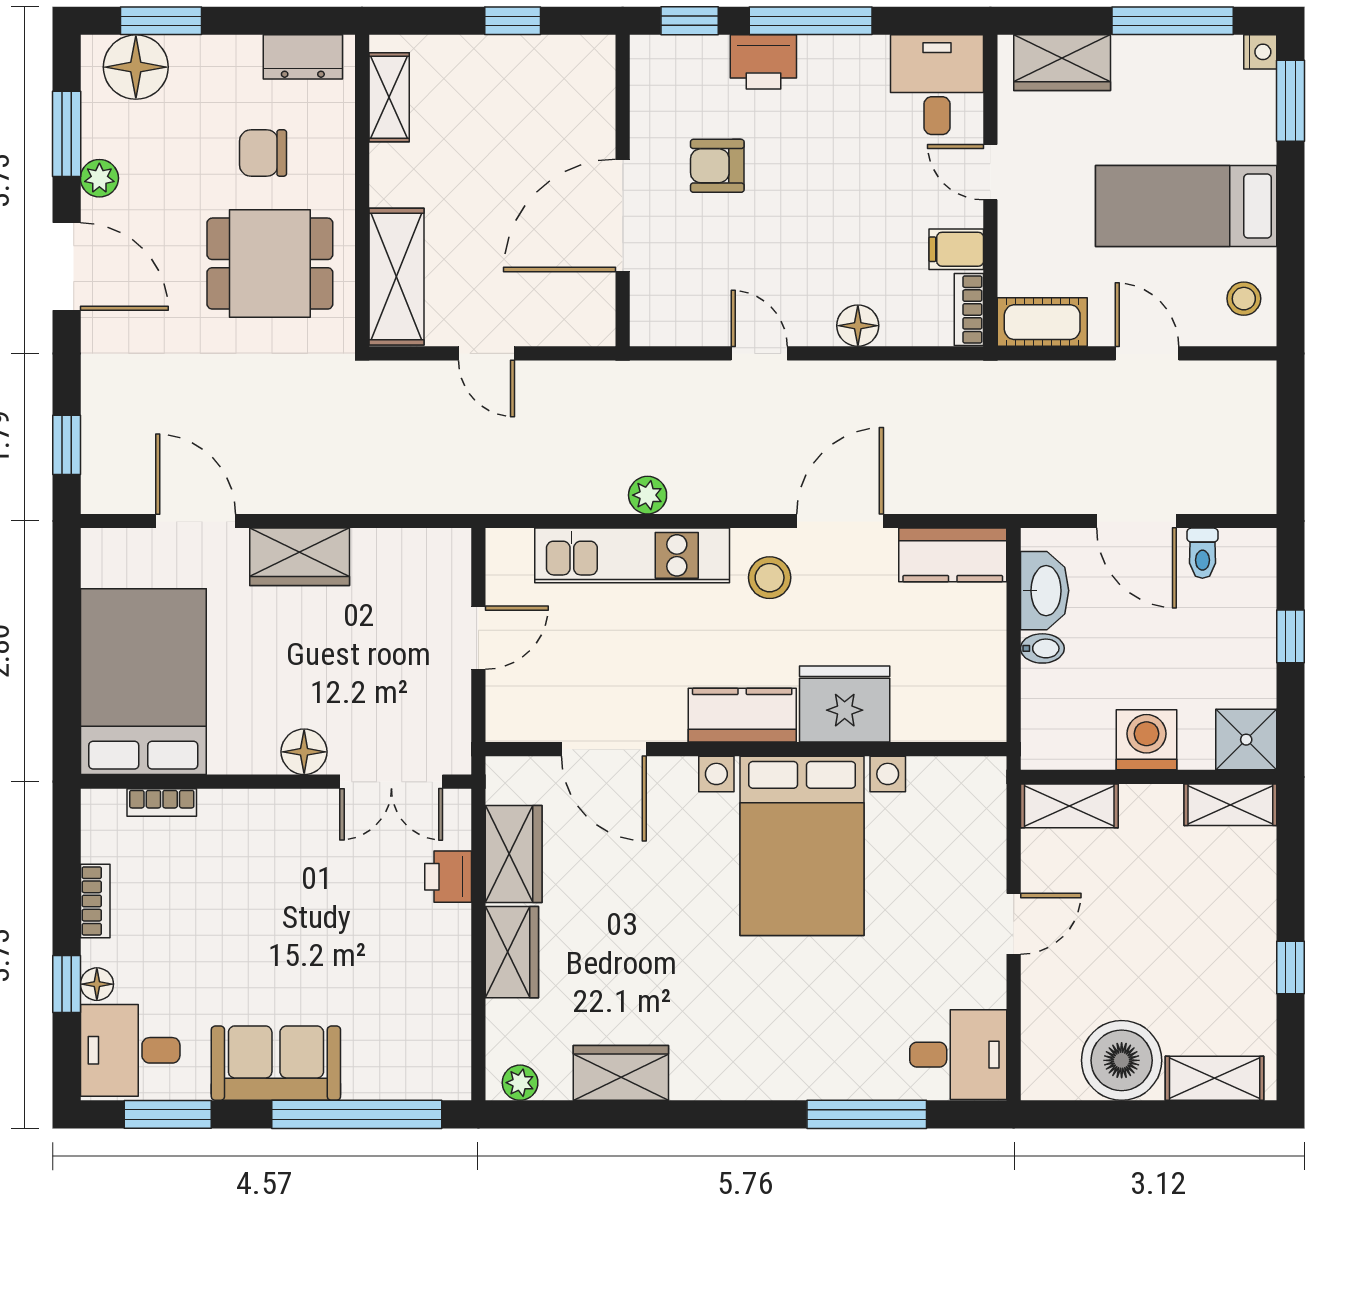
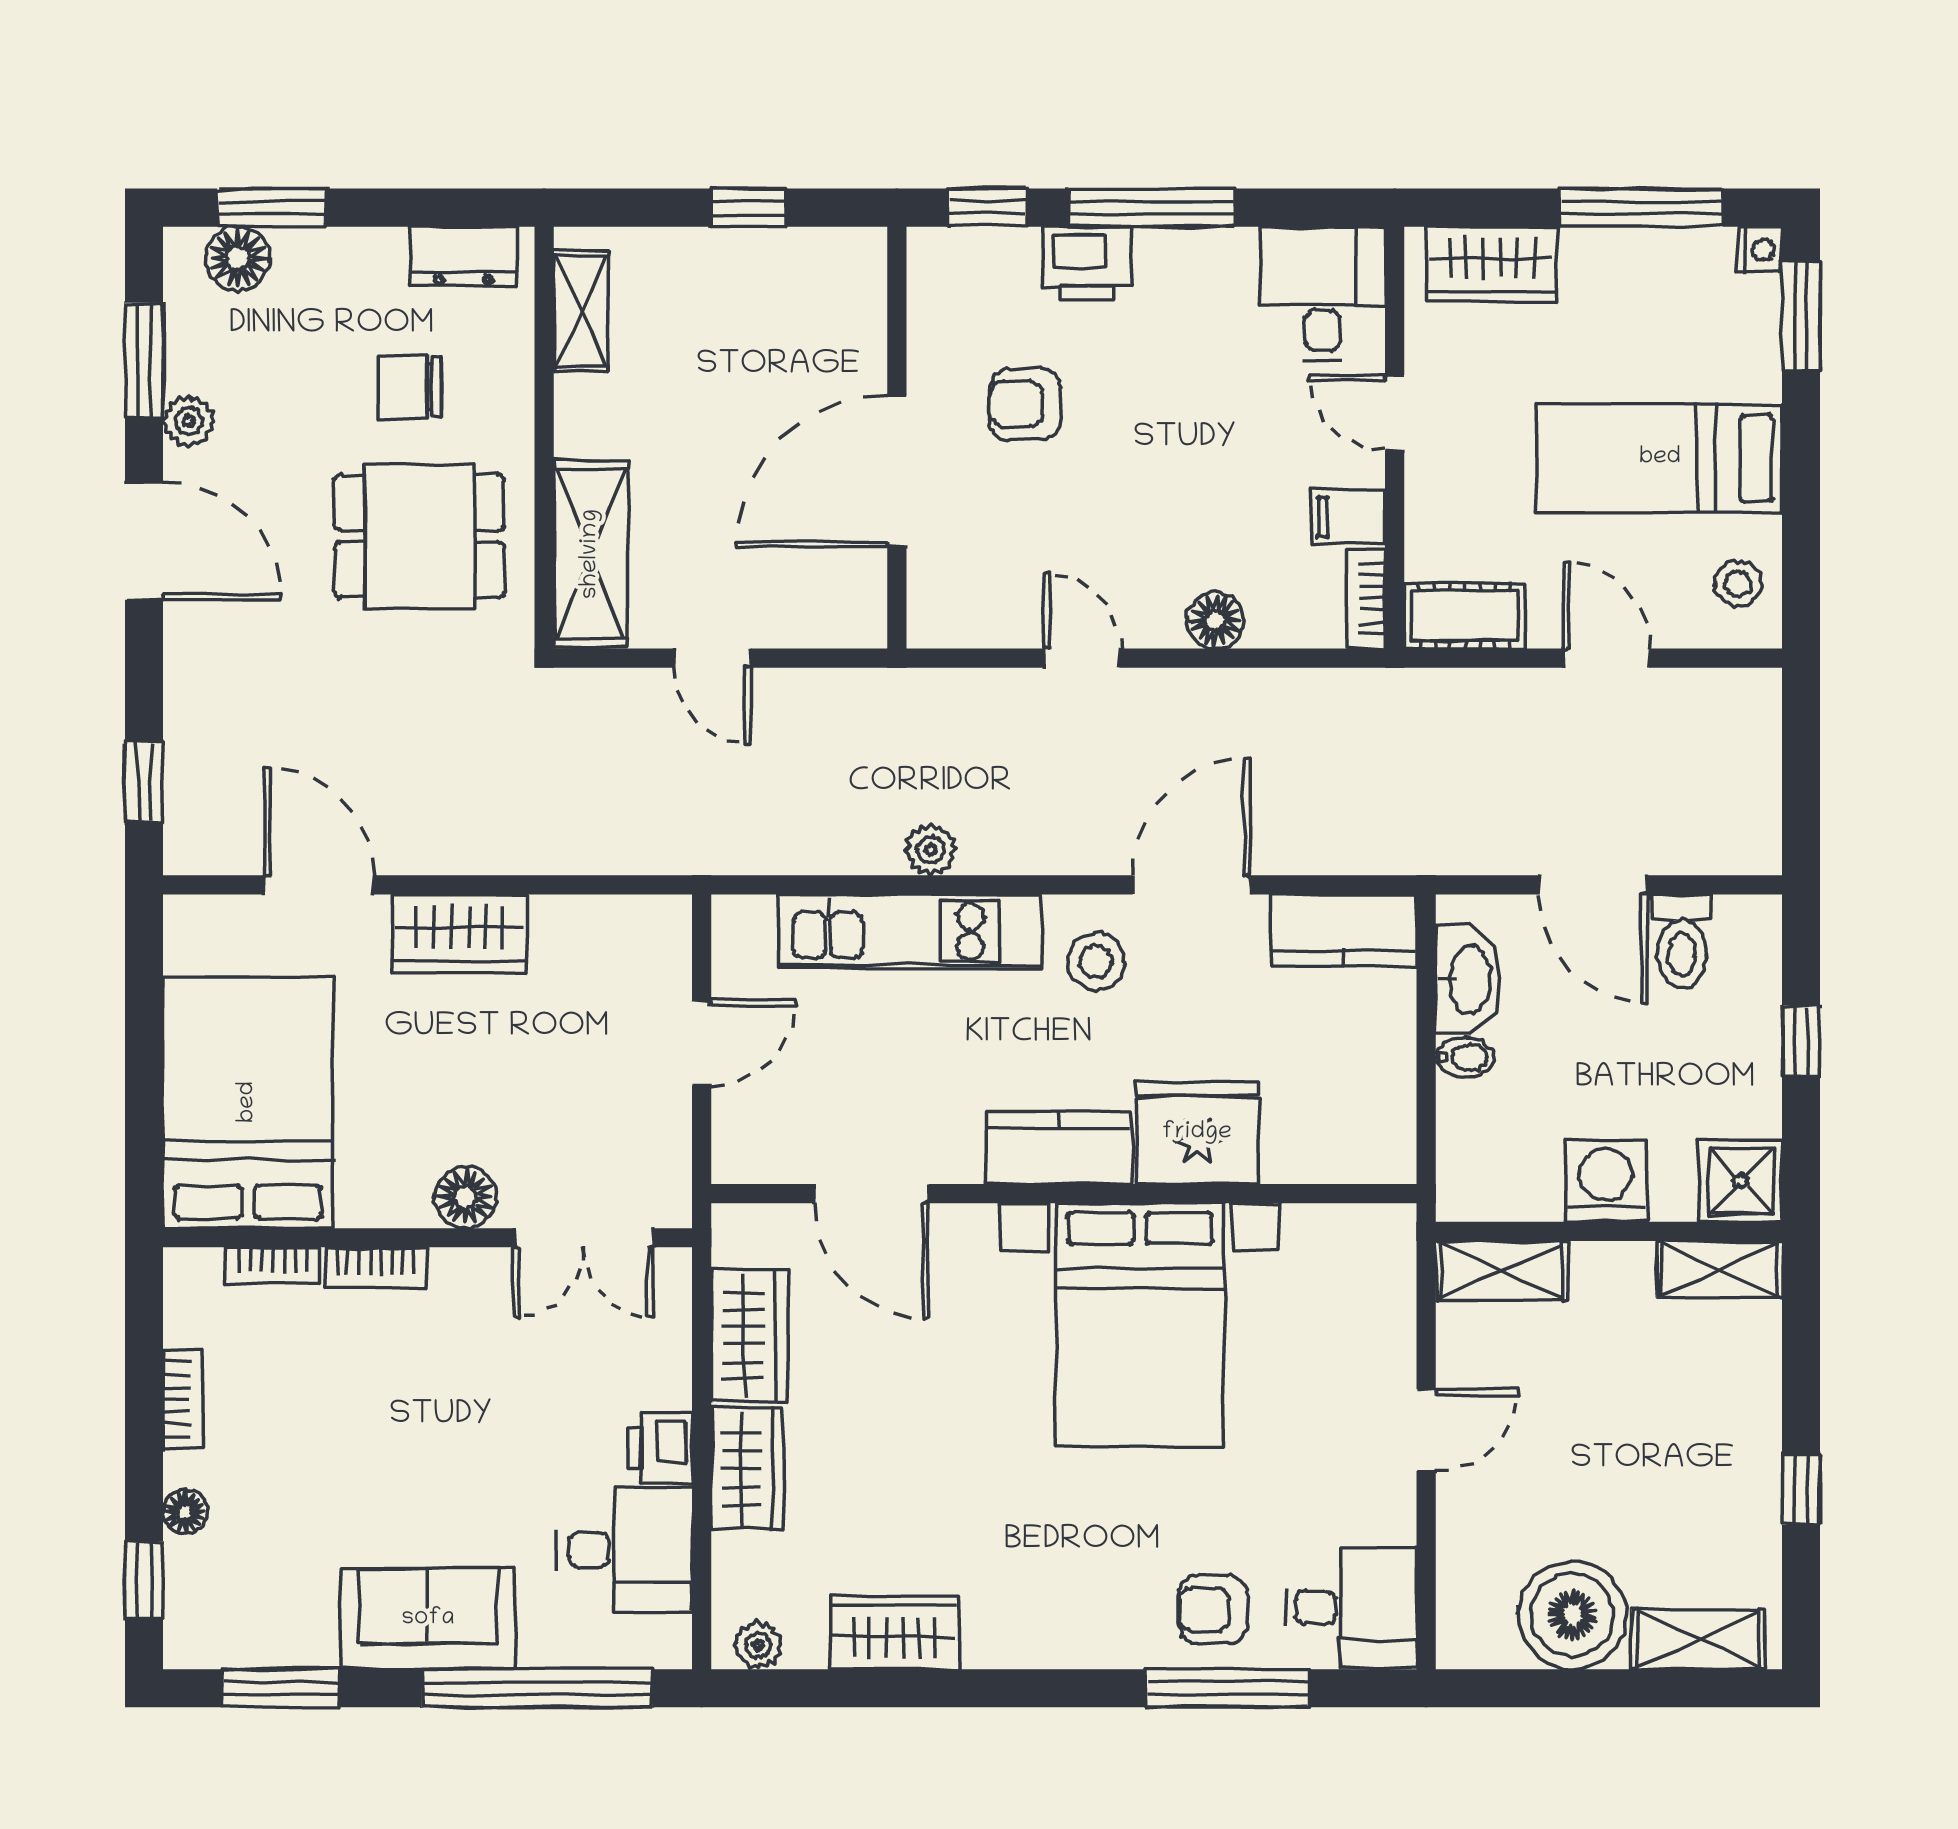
floor lamp: (136, 67) -> (238, 258), width x0.73, depth x0.73
toilet: (1202, 553) -> (1682, 942), width x1.37, depth x1.39
bookcase: (238, 804) -> (376, 1267), added
printer: (448, 877) -> (661, 1448), moved
window: (67, 984) -> (144, 1580), moved
desk: (130, 1050) -> (625, 1550), moved, turned 180
armchair: (856, 1056) -> (1213, 1609), added

